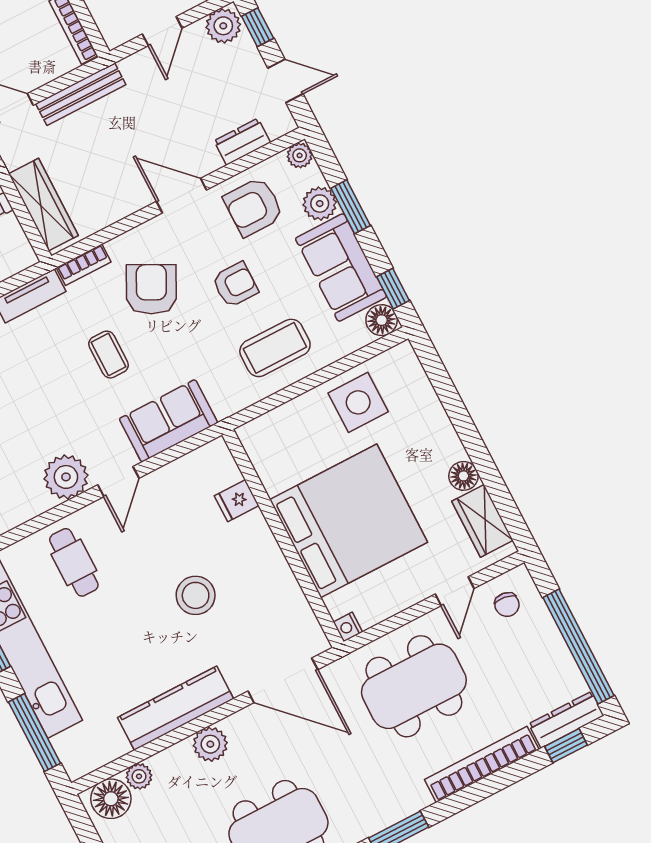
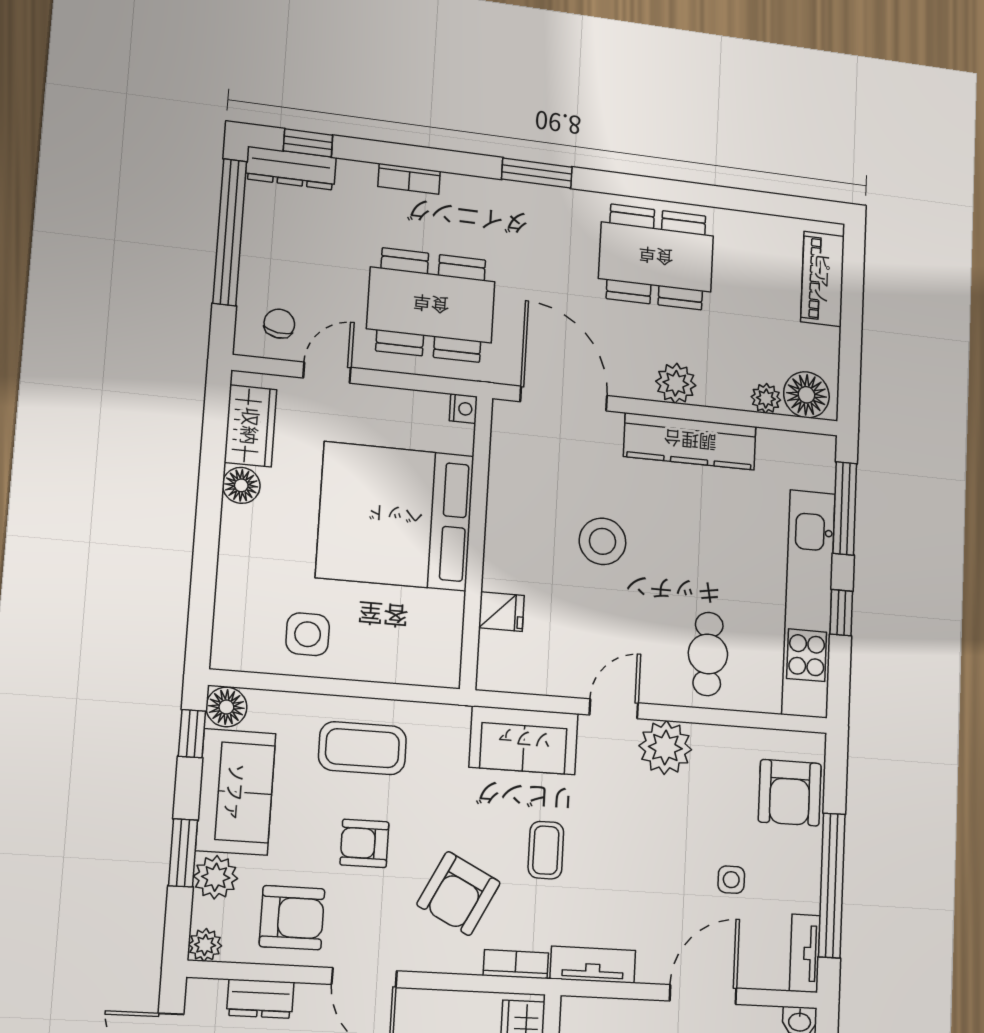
side table: (358, 402) -> (308, 634), width x0.73, depth x0.73
bookcase: (482, 764) -> (409, 179), width x0.43, depth x0.76

